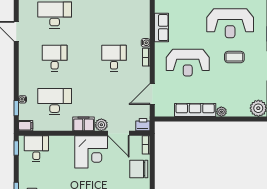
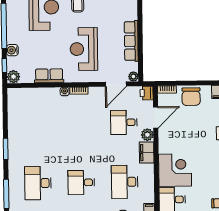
desk: (114, 58) -> (124, 122), moved
reception desk: (188, 63) -> (84, 49), turned 180
door: (152, 94) -> (116, 84), hinge flipped
plant: (221, 112) -> (133, 76), moved
corner desk: (91, 152) -> (175, 170), moved

